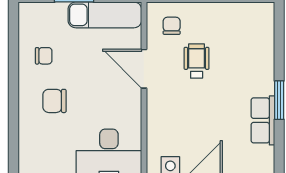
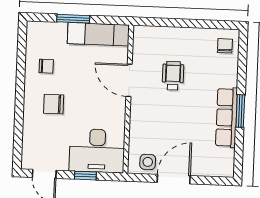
chair: (172, 26) -> (225, 46), moved
row of seats: (263, 120) -> (226, 118), width x1.48

